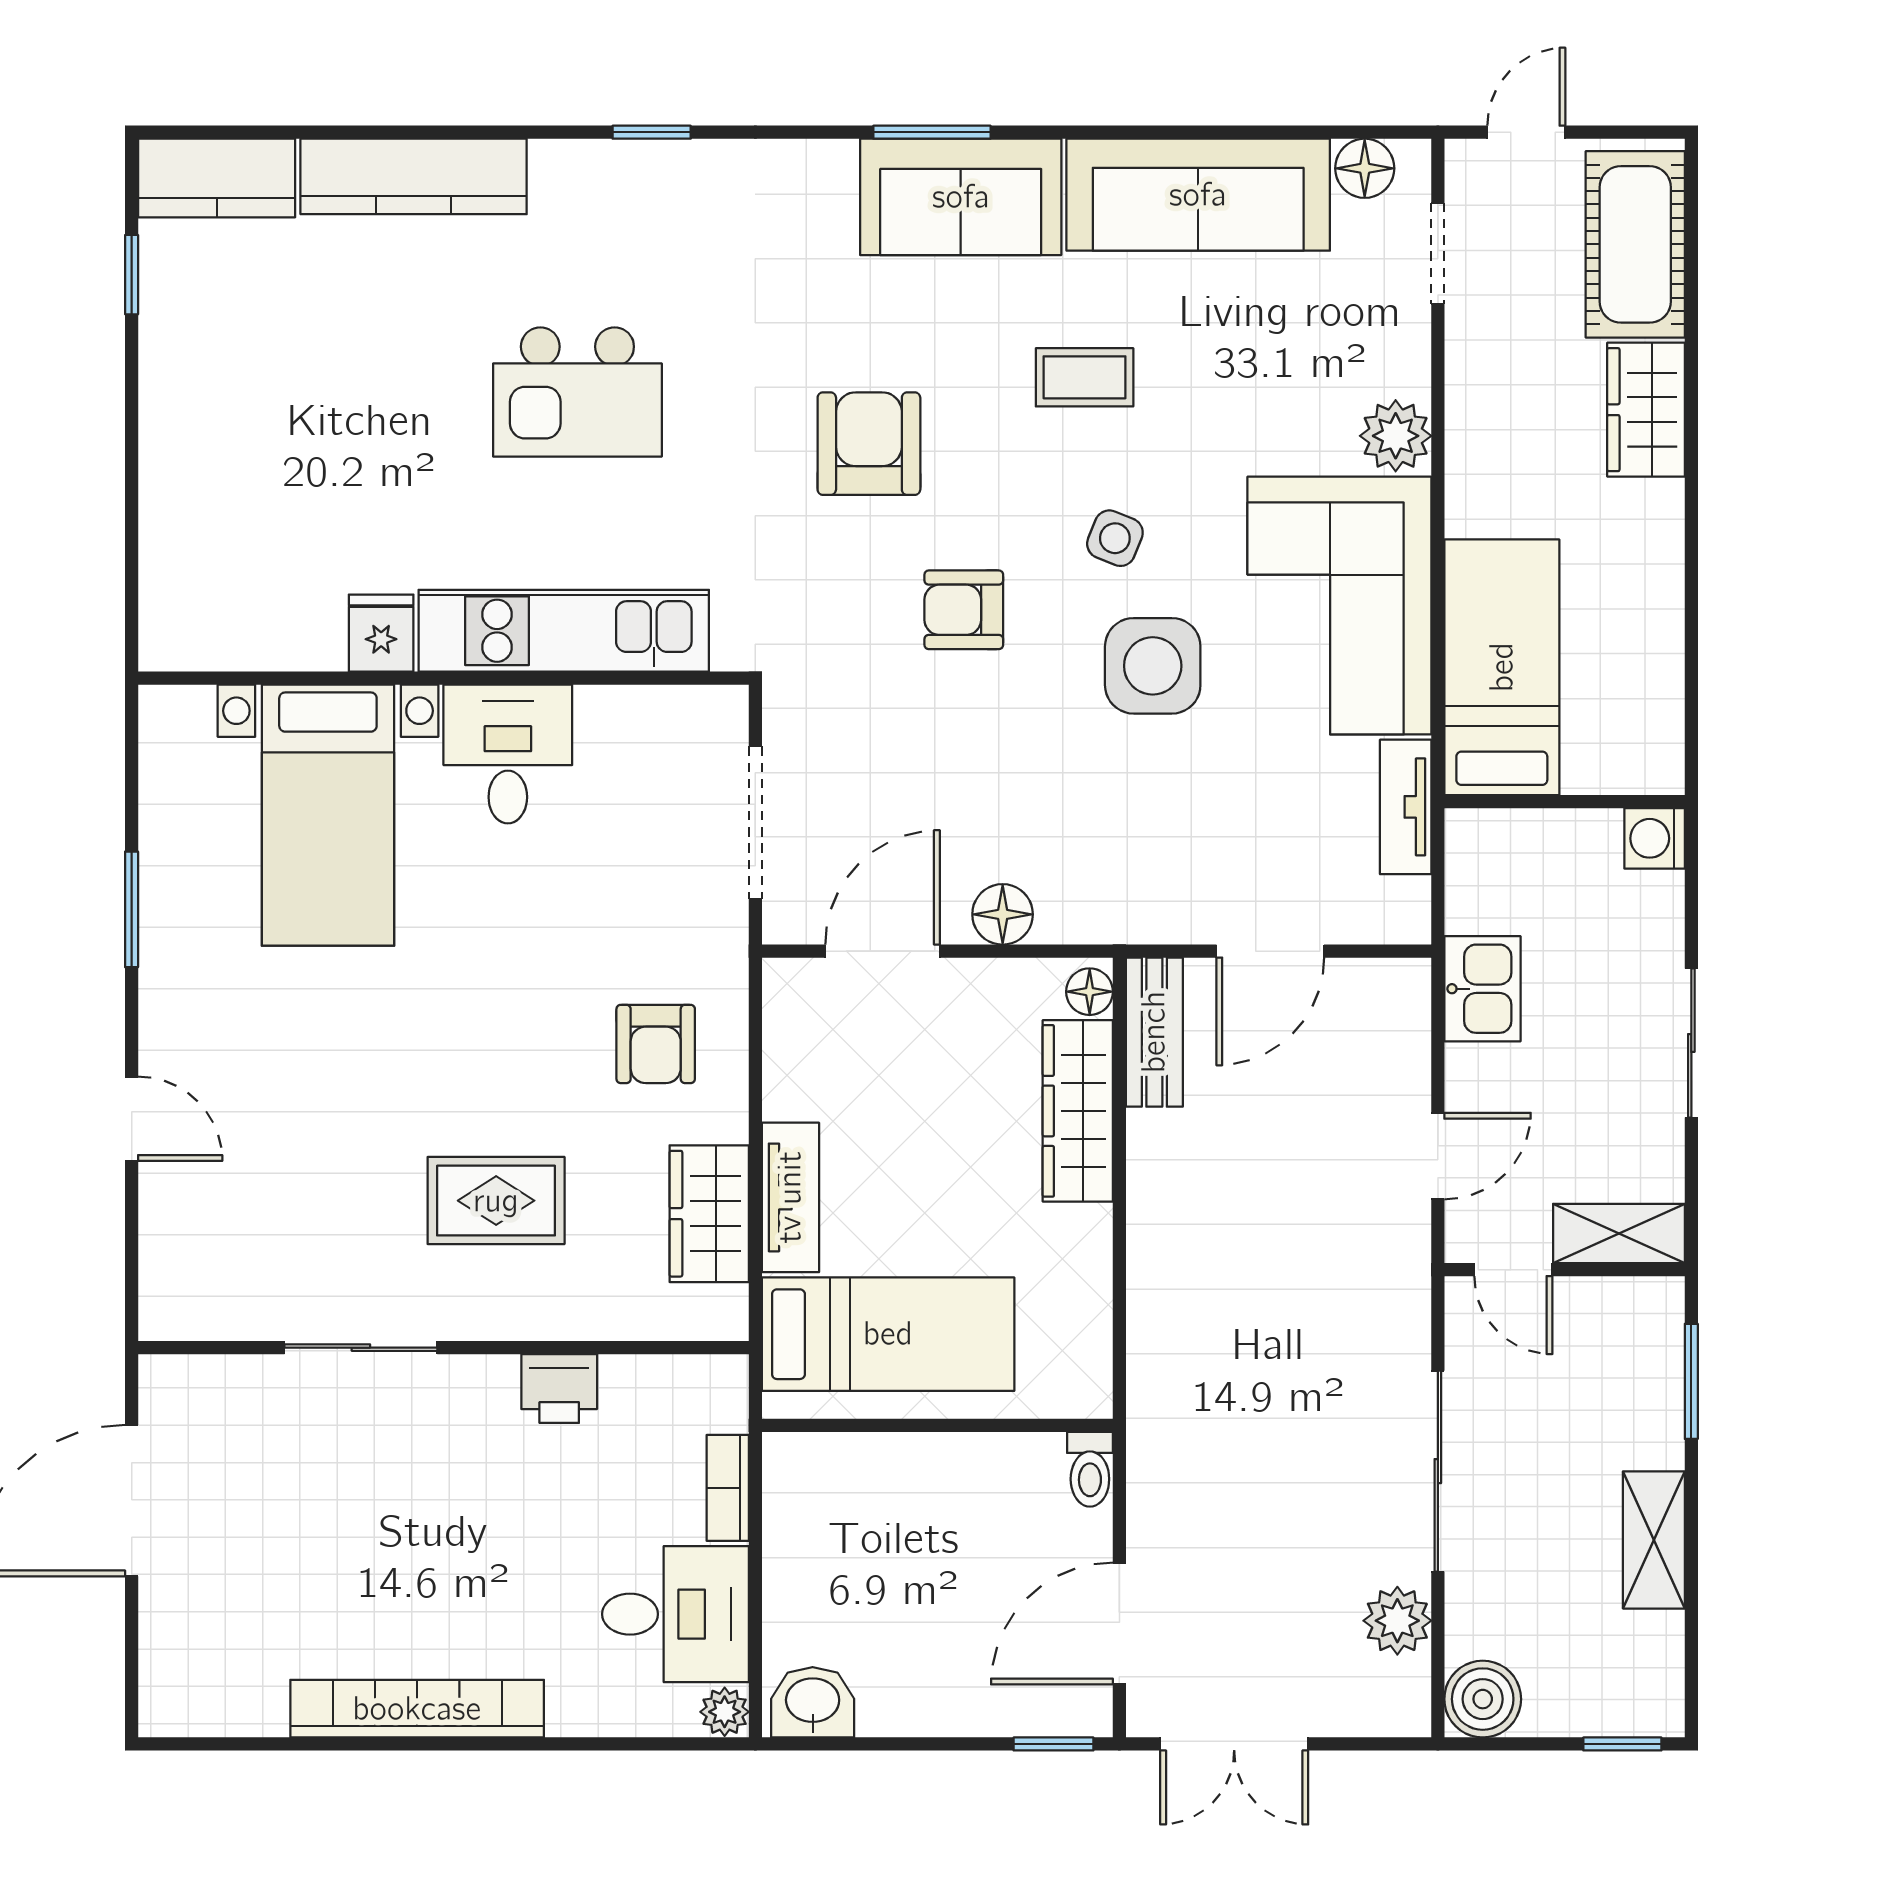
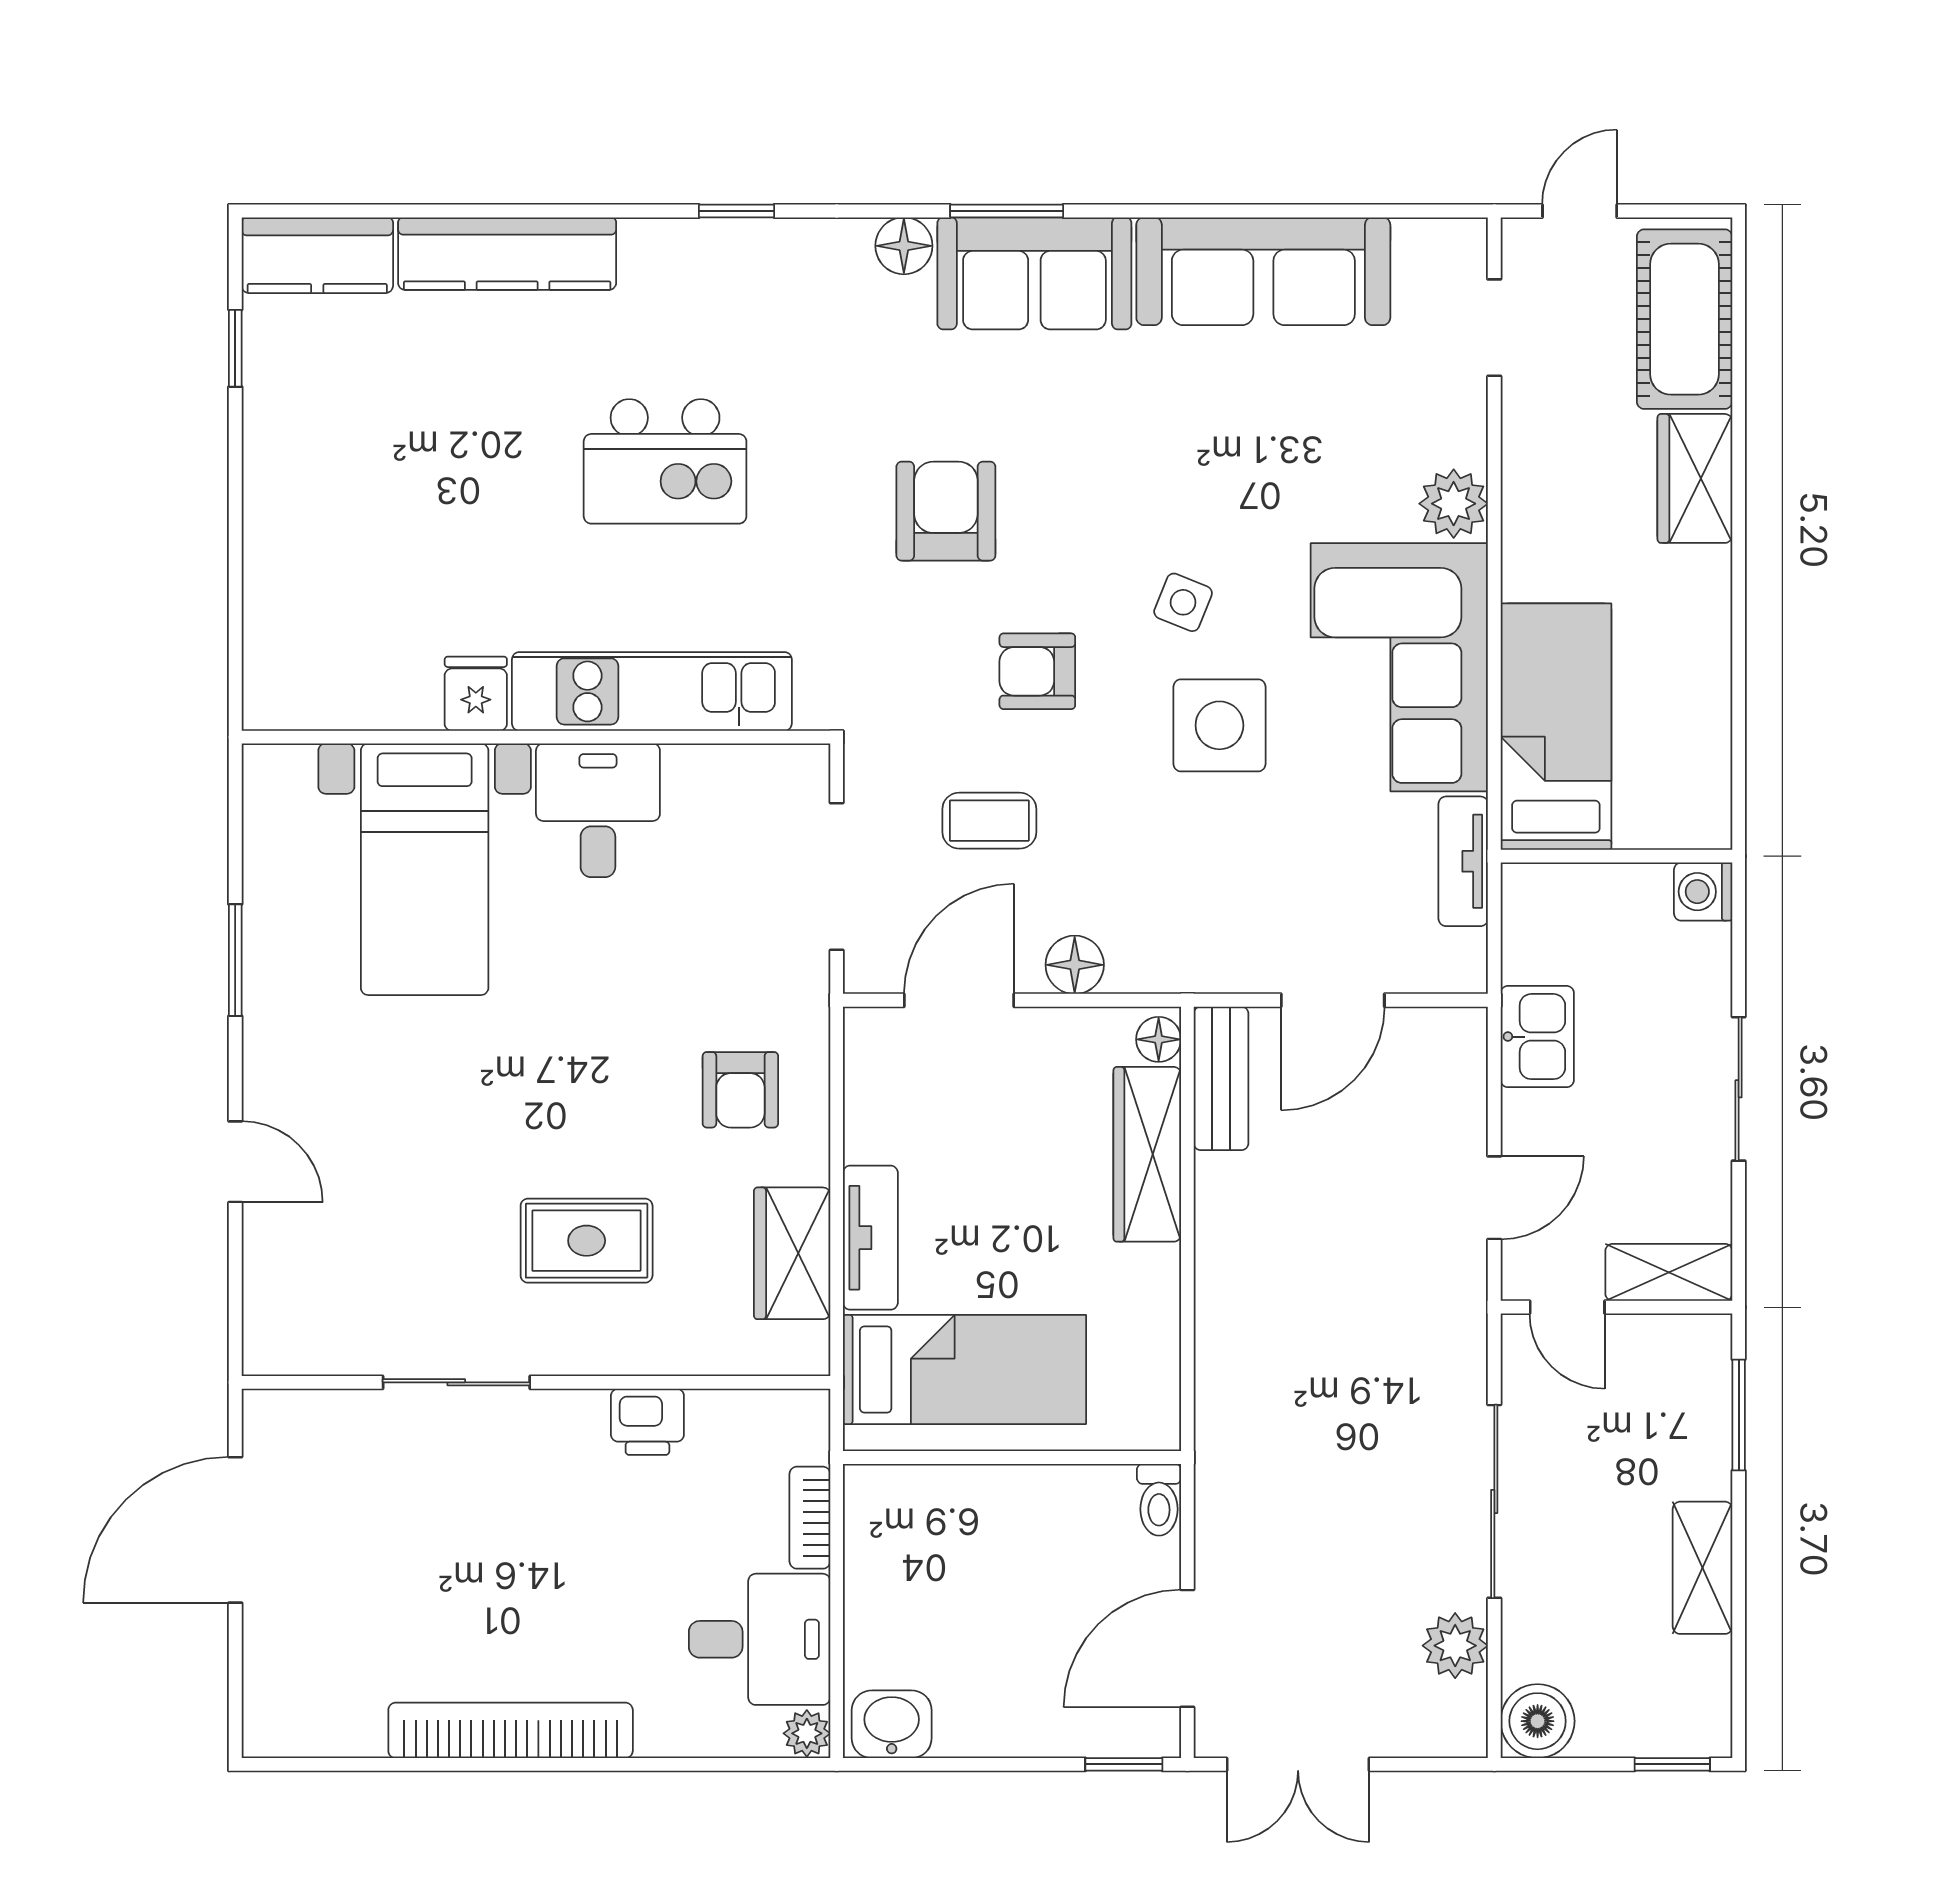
floor lamp: (1365, 168) -> (904, 246), moved
coffee table: (1085, 377) -> (989, 821), moved

